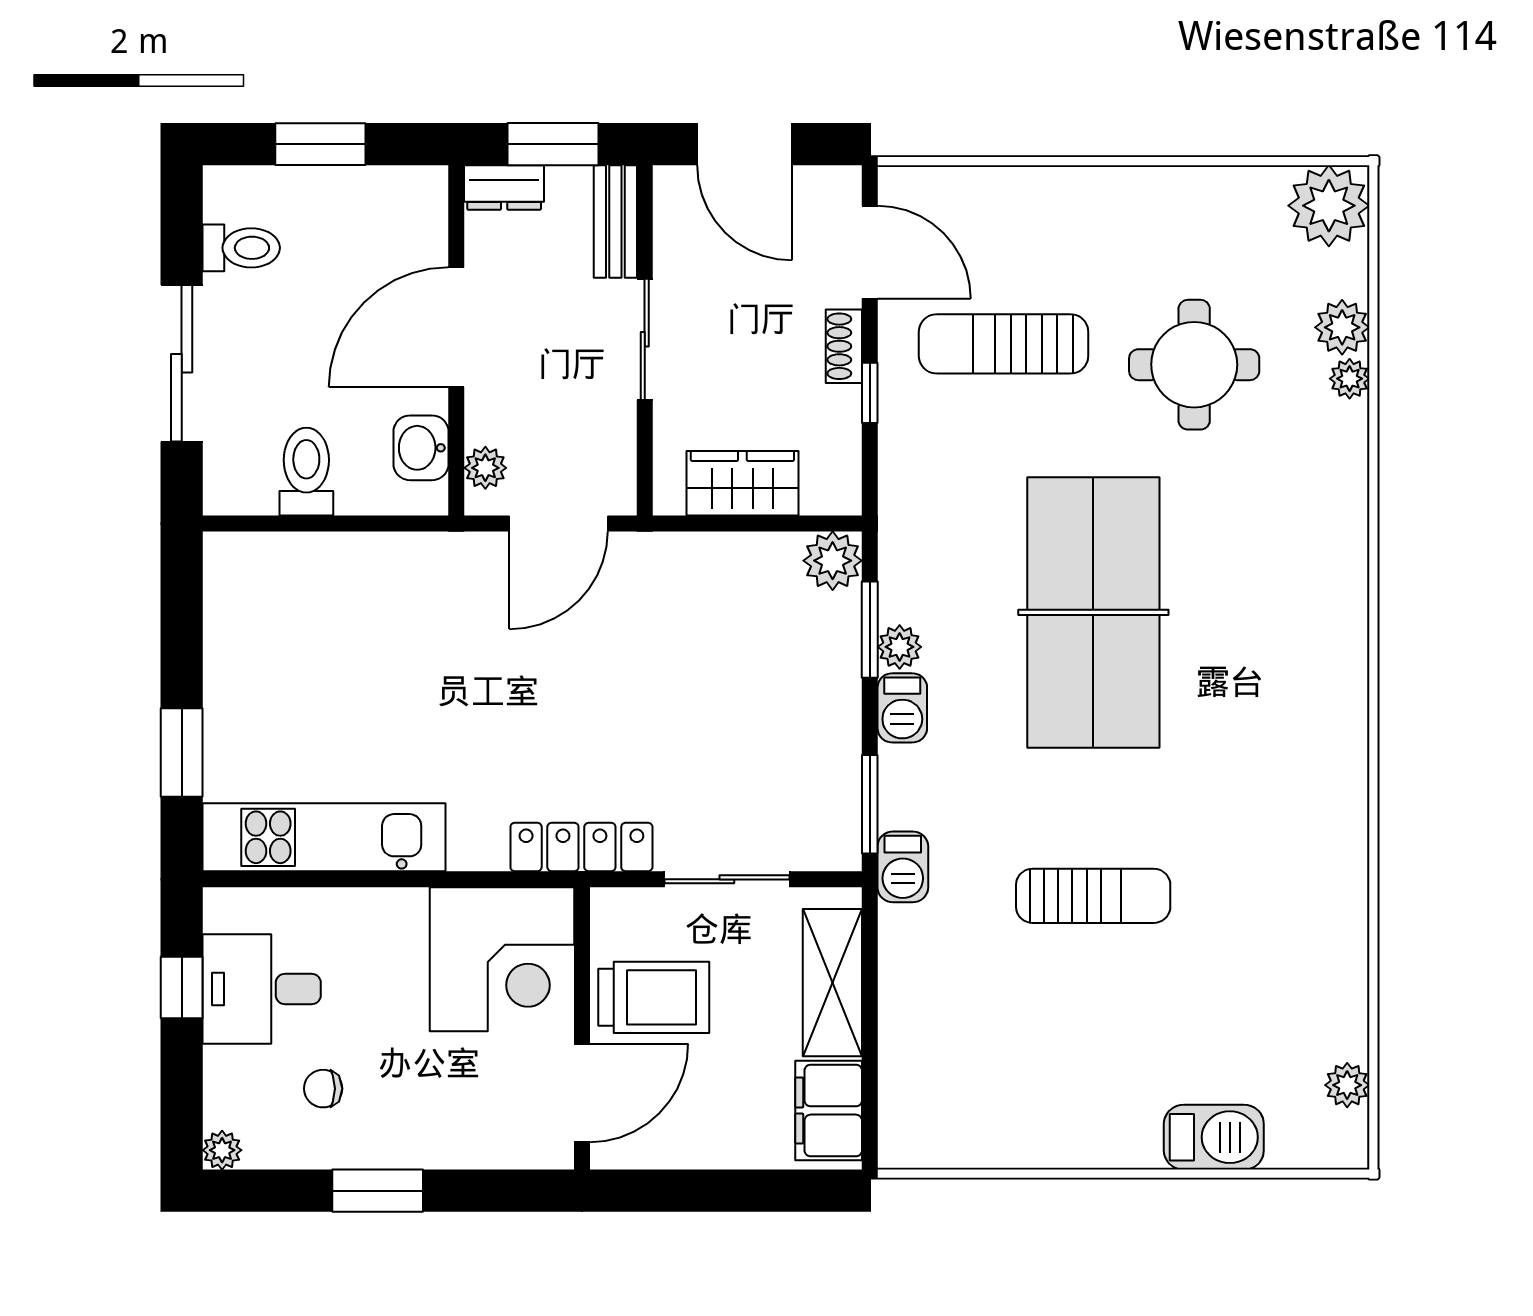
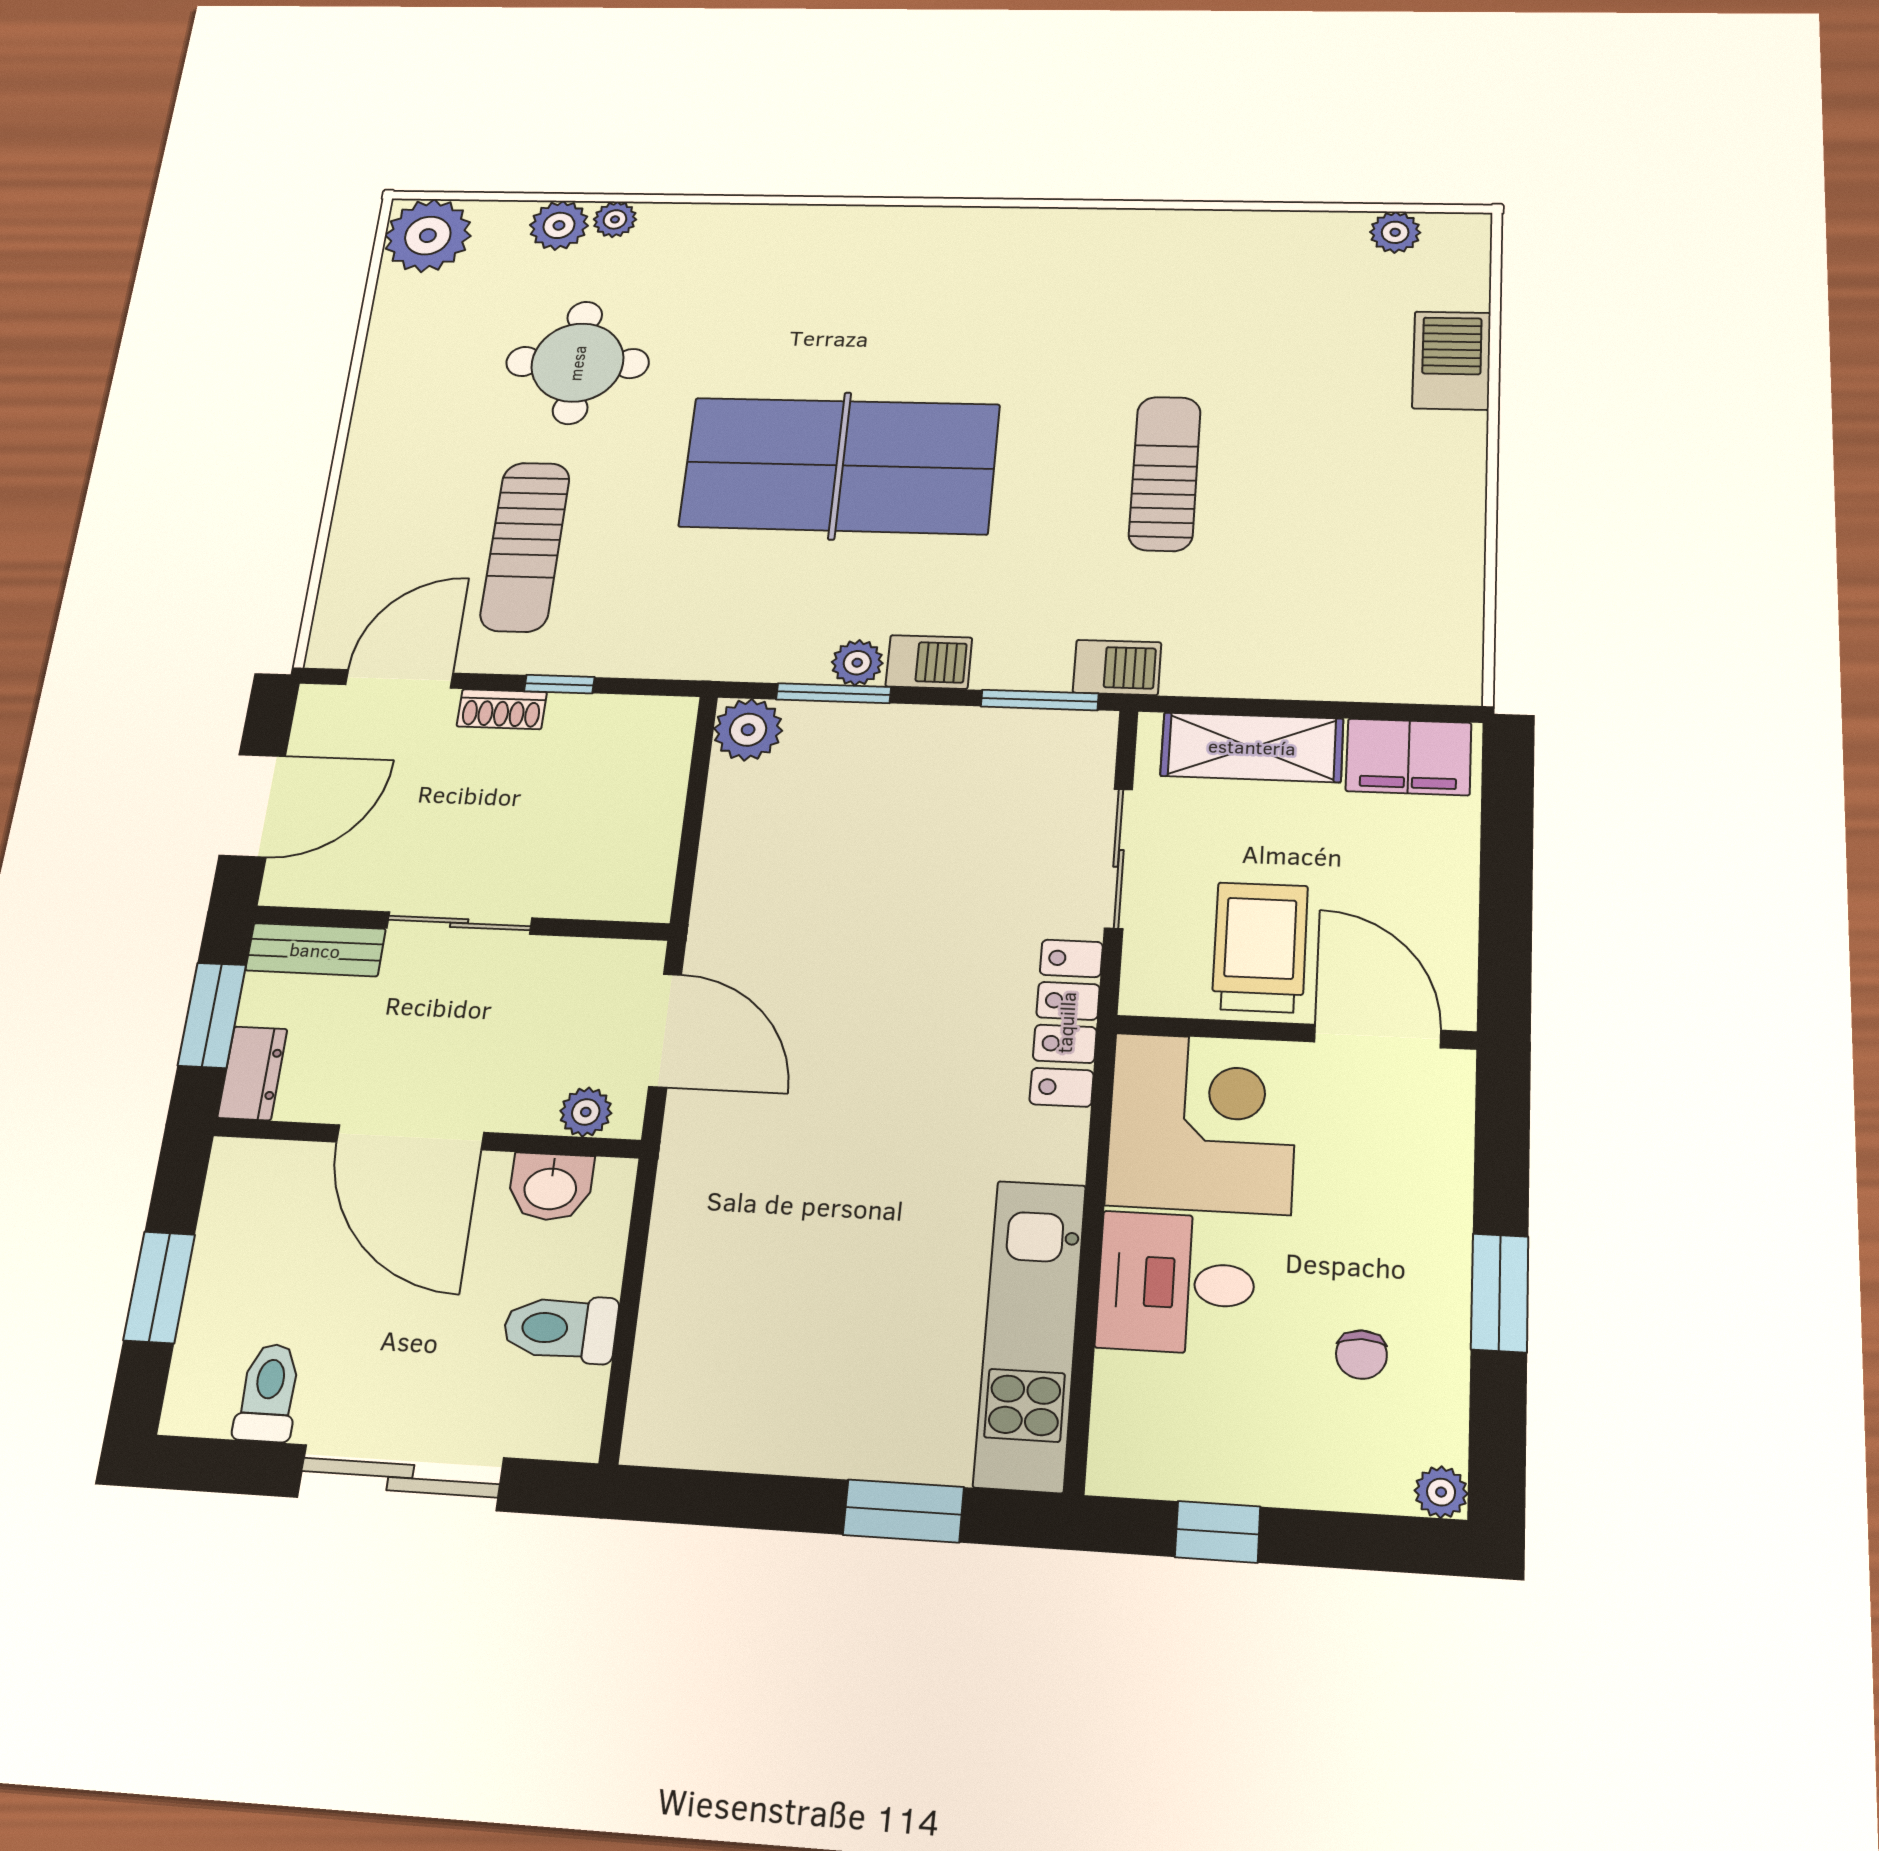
wardrobe: (742, 483) -> (645, 823), removed
desk: (262, 989) -> (1176, 1283), moved, turned 90

